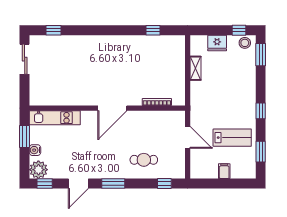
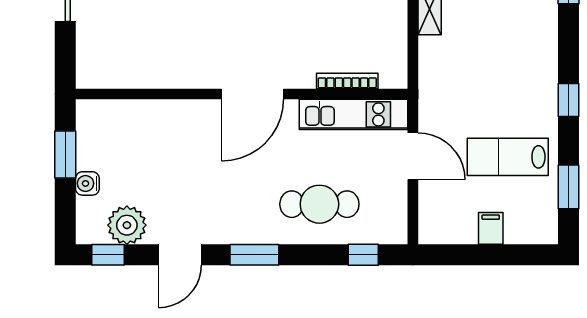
kitchen unit: (55, 118) -> (353, 114), moved
lab bench: (232, 138) -> (508, 157), turned 180
cafe table: (144, 160) -> (319, 204), width x1.37, depth x1.35
plant: (38, 170) -> (127, 225), moved

